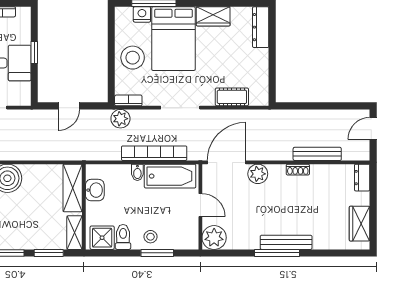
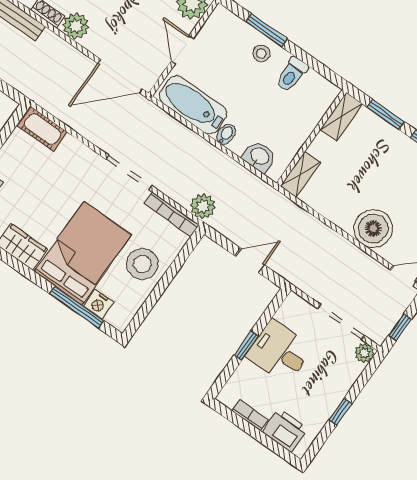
cot: (232, 97) -> (43, 129), moved
bookcase: (128, 100) -> (172, 214), width x1.56
bookcase: (154, 153) -> (193, 142), removed
plant: (258, 174) -> (76, 26), moved
shelving: (73, 188) -> (300, 174), width x0.67, depth x0.75
washbasin: (95, 190) -> (259, 157), moved, turned 90
shower: (102, 238) -> (315, 90), removed

